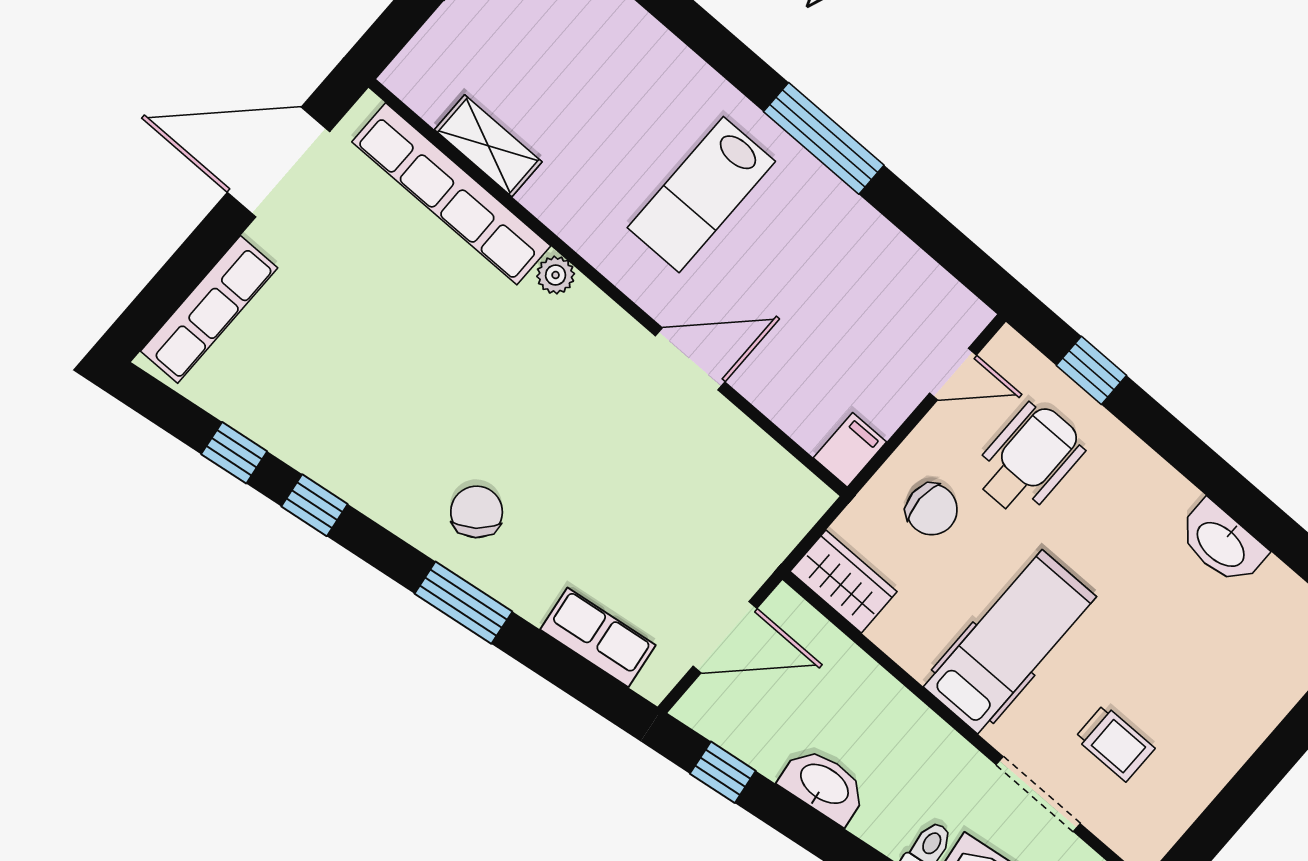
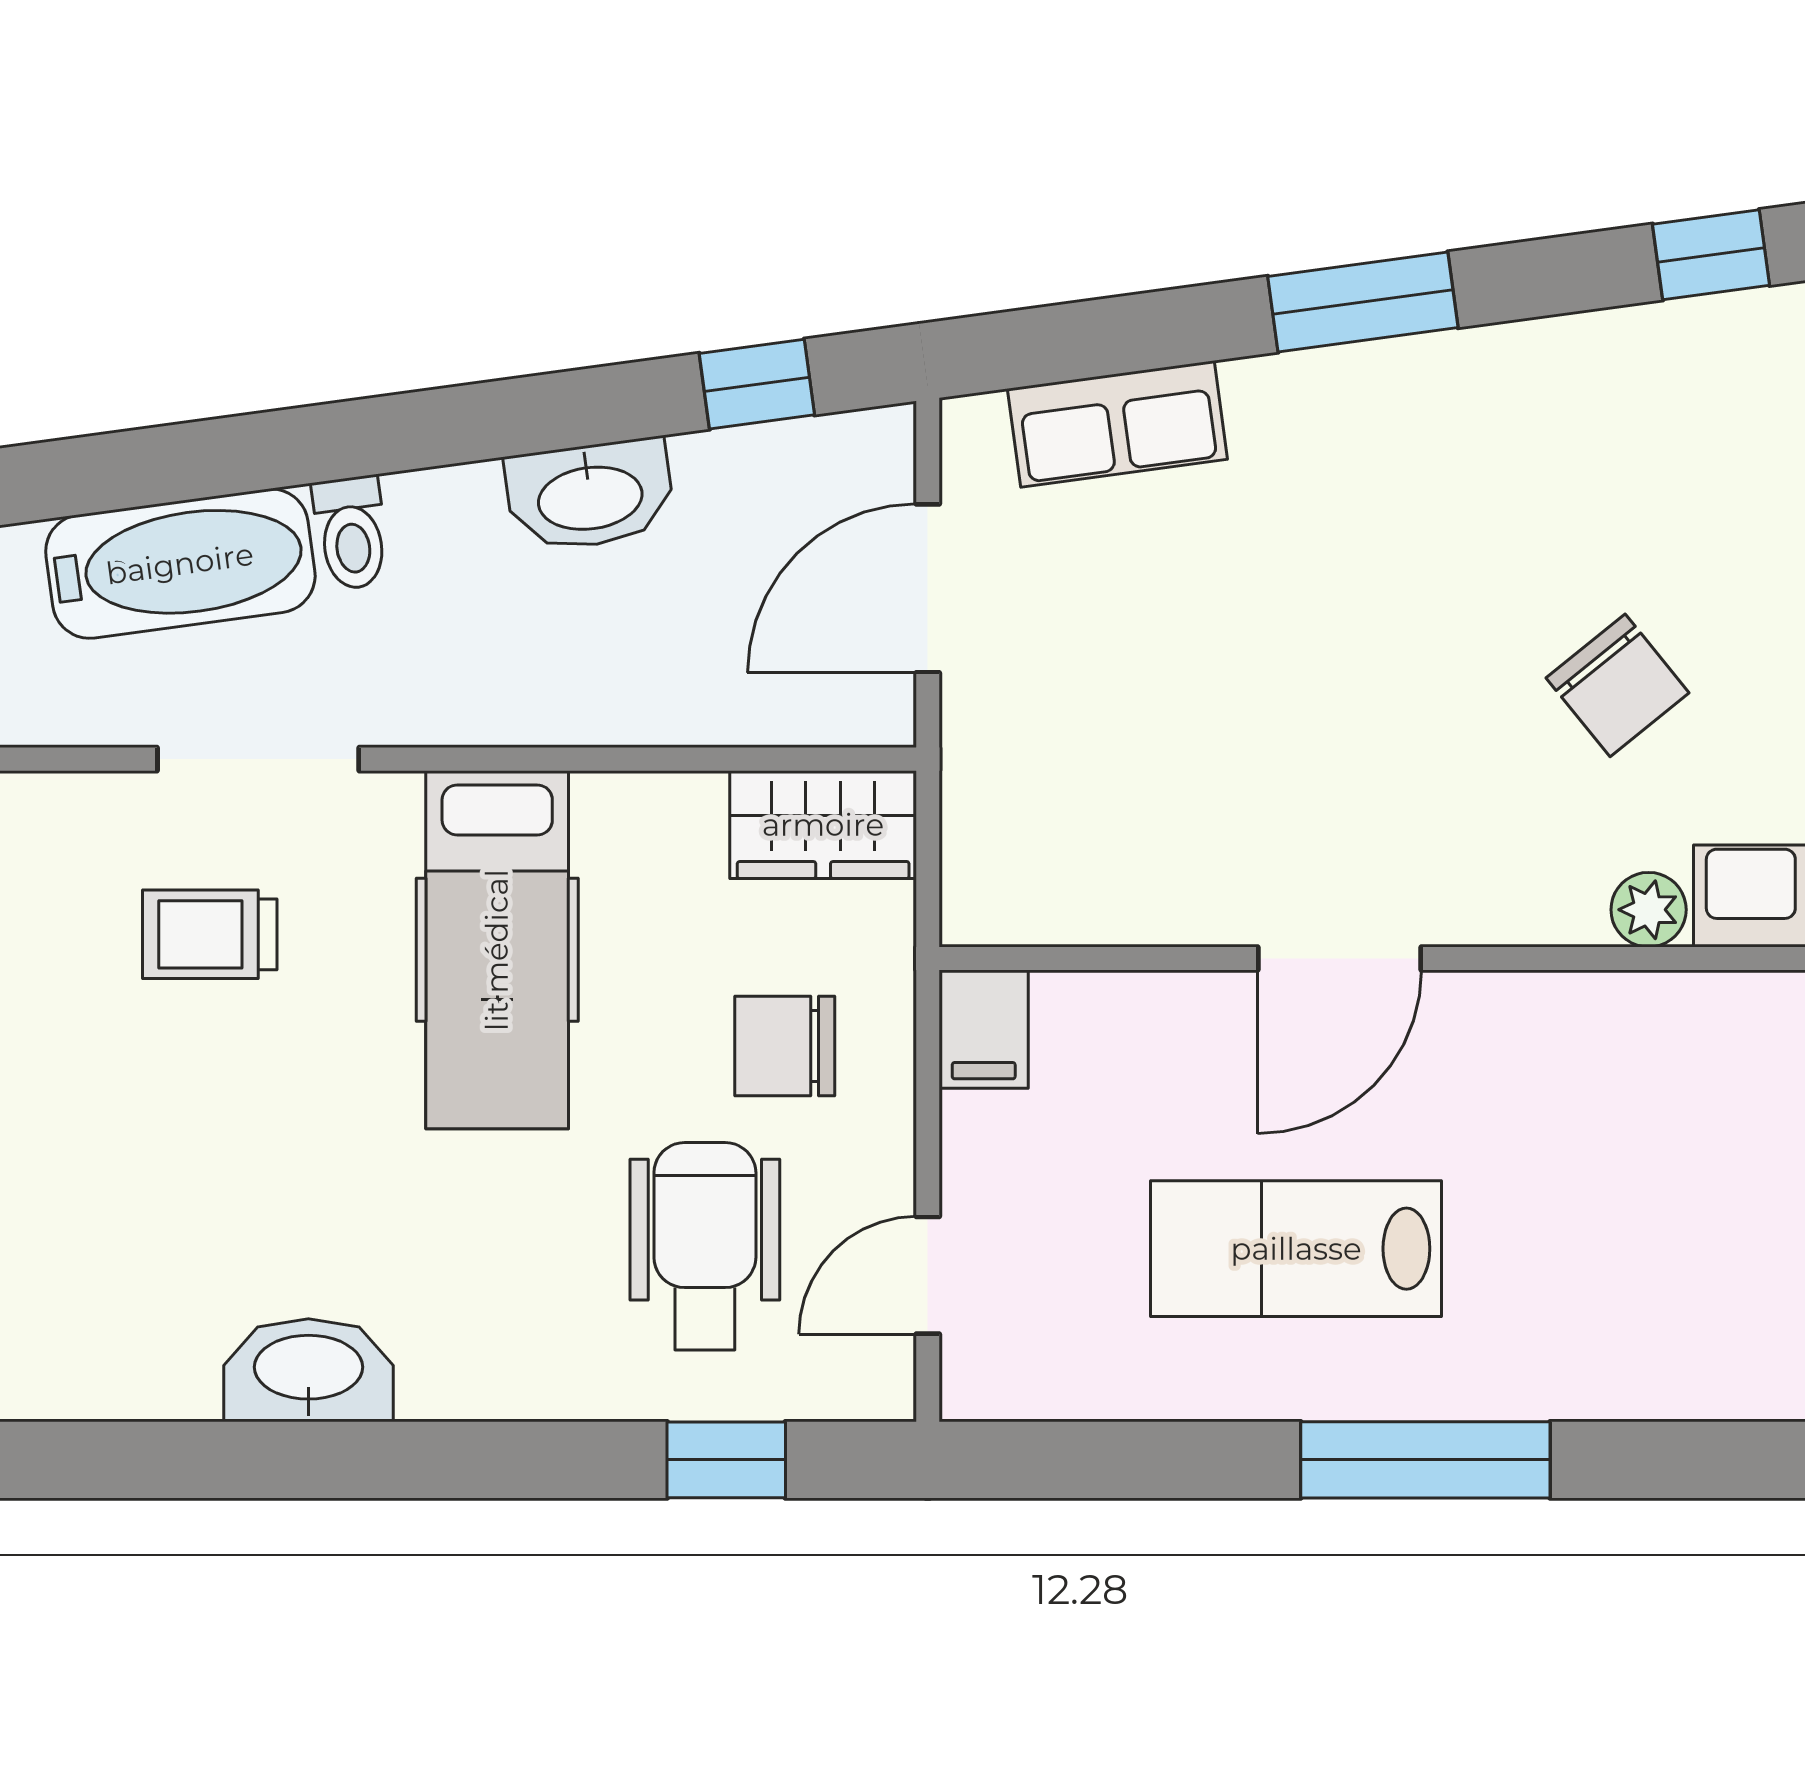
lab bench: (701, 195) -> (1296, 1249), moved, turned -90
wheelchair: (1029, 459) -> (705, 1246), turned 180
chair: (477, 512) -> (1618, 685), moved

